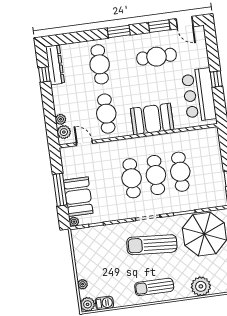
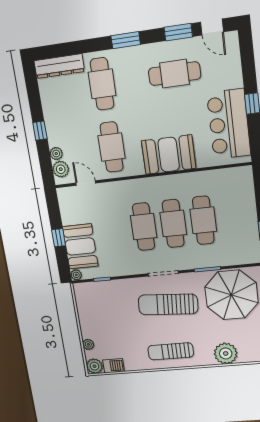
dresser: (55, 65) -> (59, 66), moved, turned 90
window: (44, 75) -> (40, 131), moved
window: (60, 190) -> (59, 238), width x0.46

